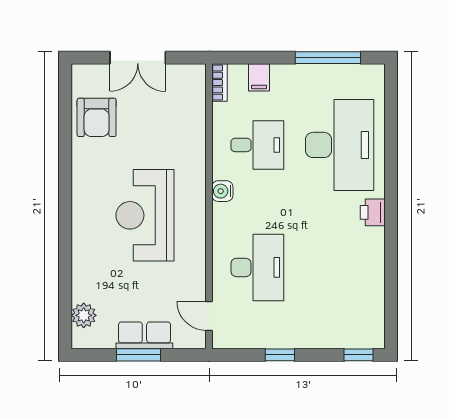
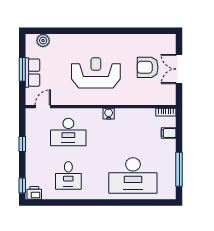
armchair: (97, 117) -> (148, 67), moved
desk: (257, 145) -> (68, 176), moved
printer: (373, 212) -> (34, 193), moved

